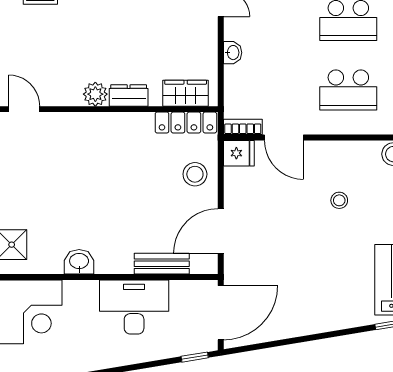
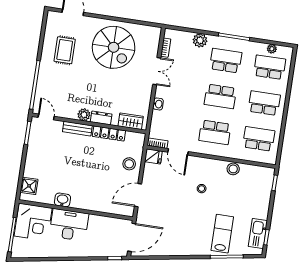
locker: (186, 123) -> (109, 133), moved
bench: (162, 264) -> (77, 129), moved
desk: (134, 307) -> (69, 225), moved

